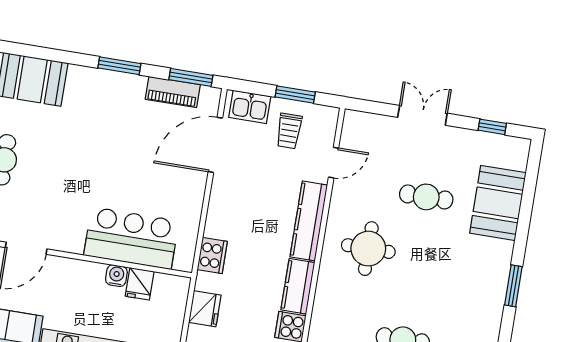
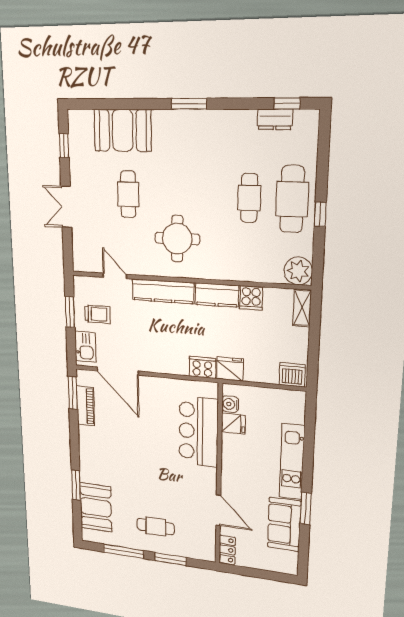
window: (119, 66) -> (76, 485), moved
water cooler: (116, 276) -> (230, 404), moved
fridge: (205, 309) -> (230, 369), moved

